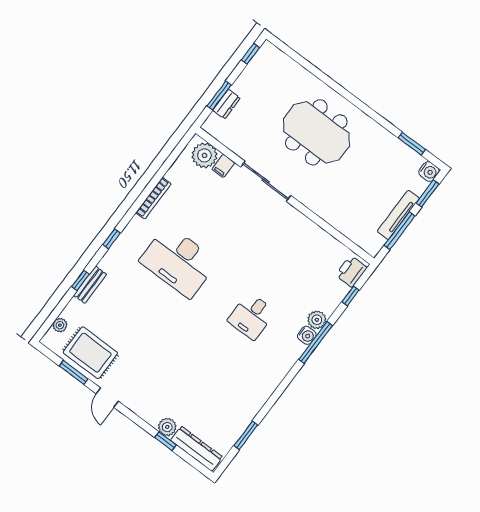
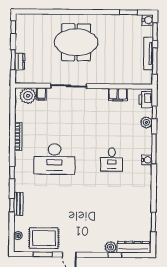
filing cabinet: (320, 239) -> (118, 95), added
plant: (317, 320) -> (146, 122), moved
water cooler: (307, 335) -> (147, 160), moved

